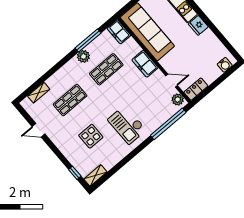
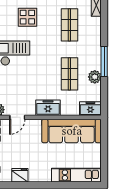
fridge: (198, 25) -> (20, 175), moved
window: (88, 41) -> (104, 61), moved
plant: (83, 56) -> (95, 77), moved

